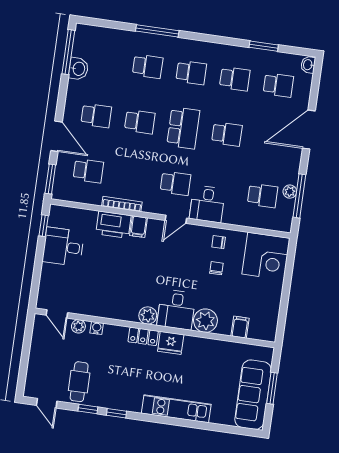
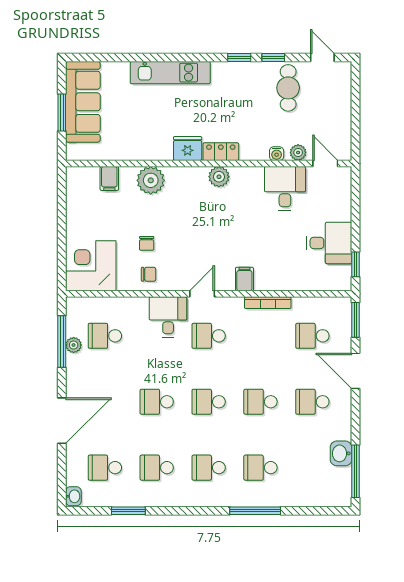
school desk: (183, 128) -> (209, 402), width x0.54
printer: (113, 225) -> (274, 277), removed
desk: (176, 310) -> (285, 188), moved

